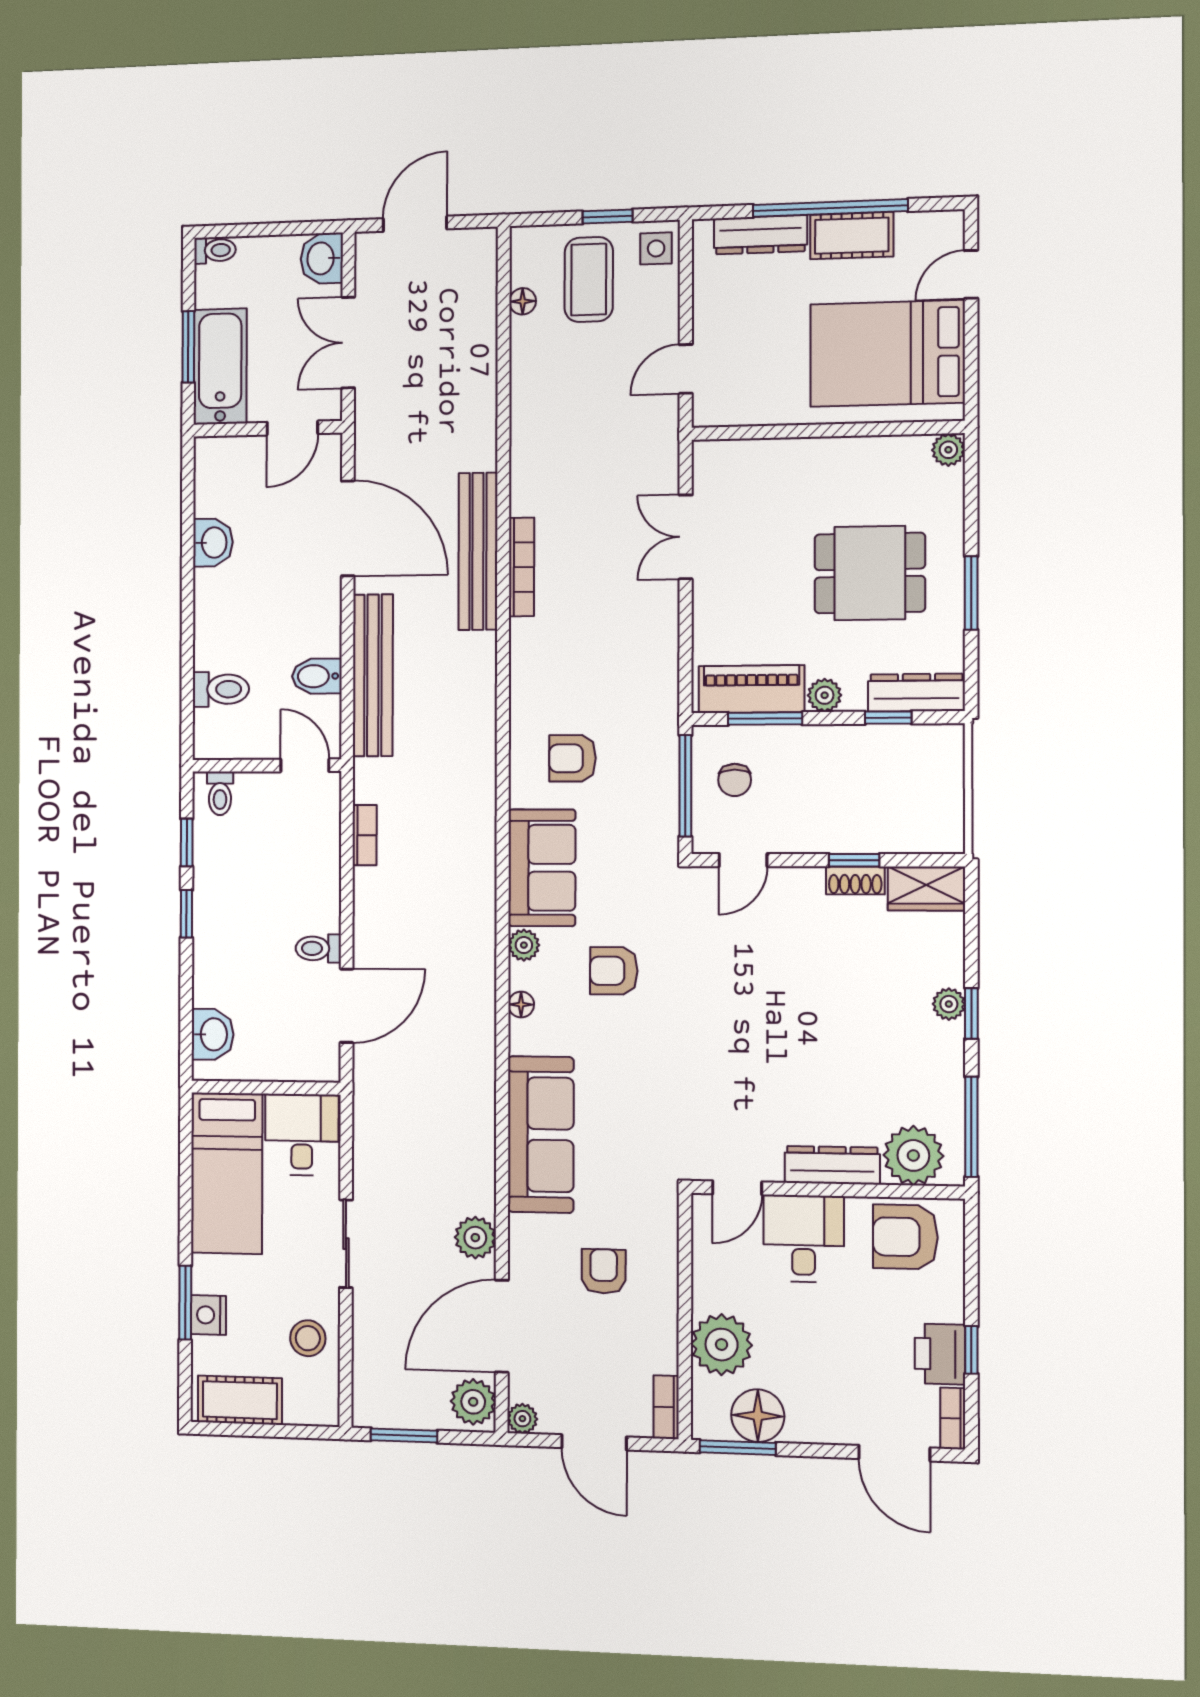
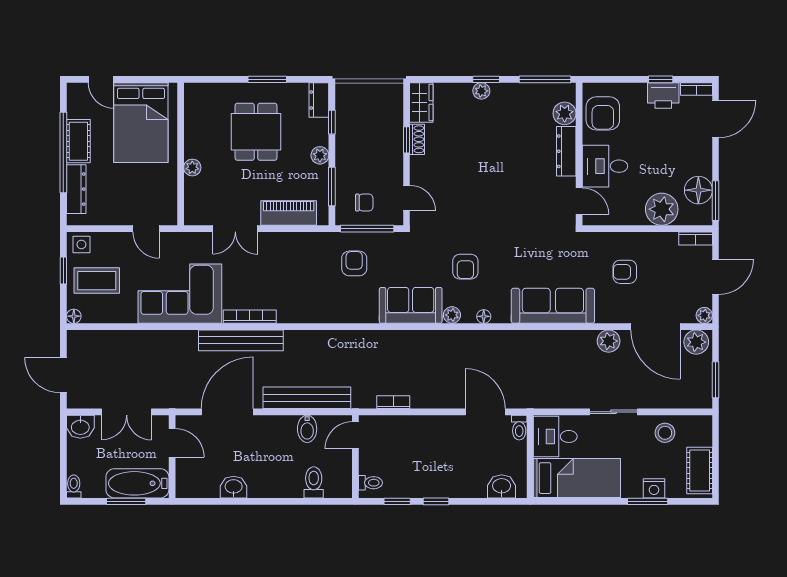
floor lamp: (523, 301) -> (74, 316), moved
corner sofa: (564, 436) -> (180, 294), added
plant: (948, 450) -> (192, 168), moved
piano: (752, 689) -> (289, 213), moved, turned 90
dresser: (916, 693) -> (319, 100), width x0.70
armchair: (573, 758) -> (354, 263), moved, turned 180
toilet: (318, 948) -> (519, 428), moved
plant: (913, 1155) -> (565, 113), width x0.73, depth x0.73

